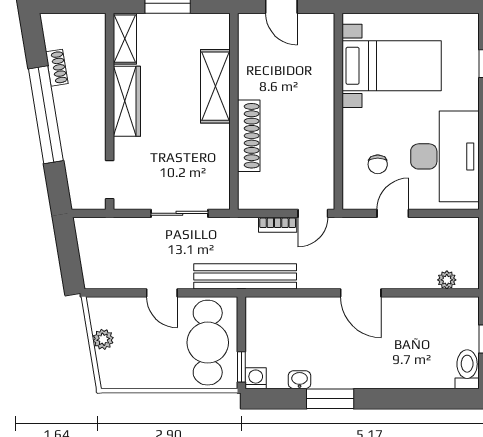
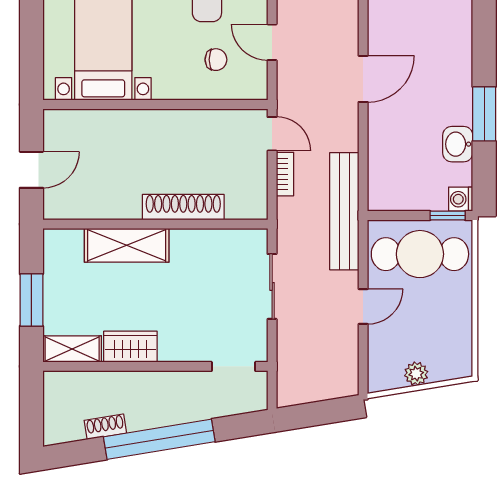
wardrobe: (127, 101) -> (130, 347), width x0.67
washbasin: (300, 380) -> (458, 144), width x1.38, depth x1.45

